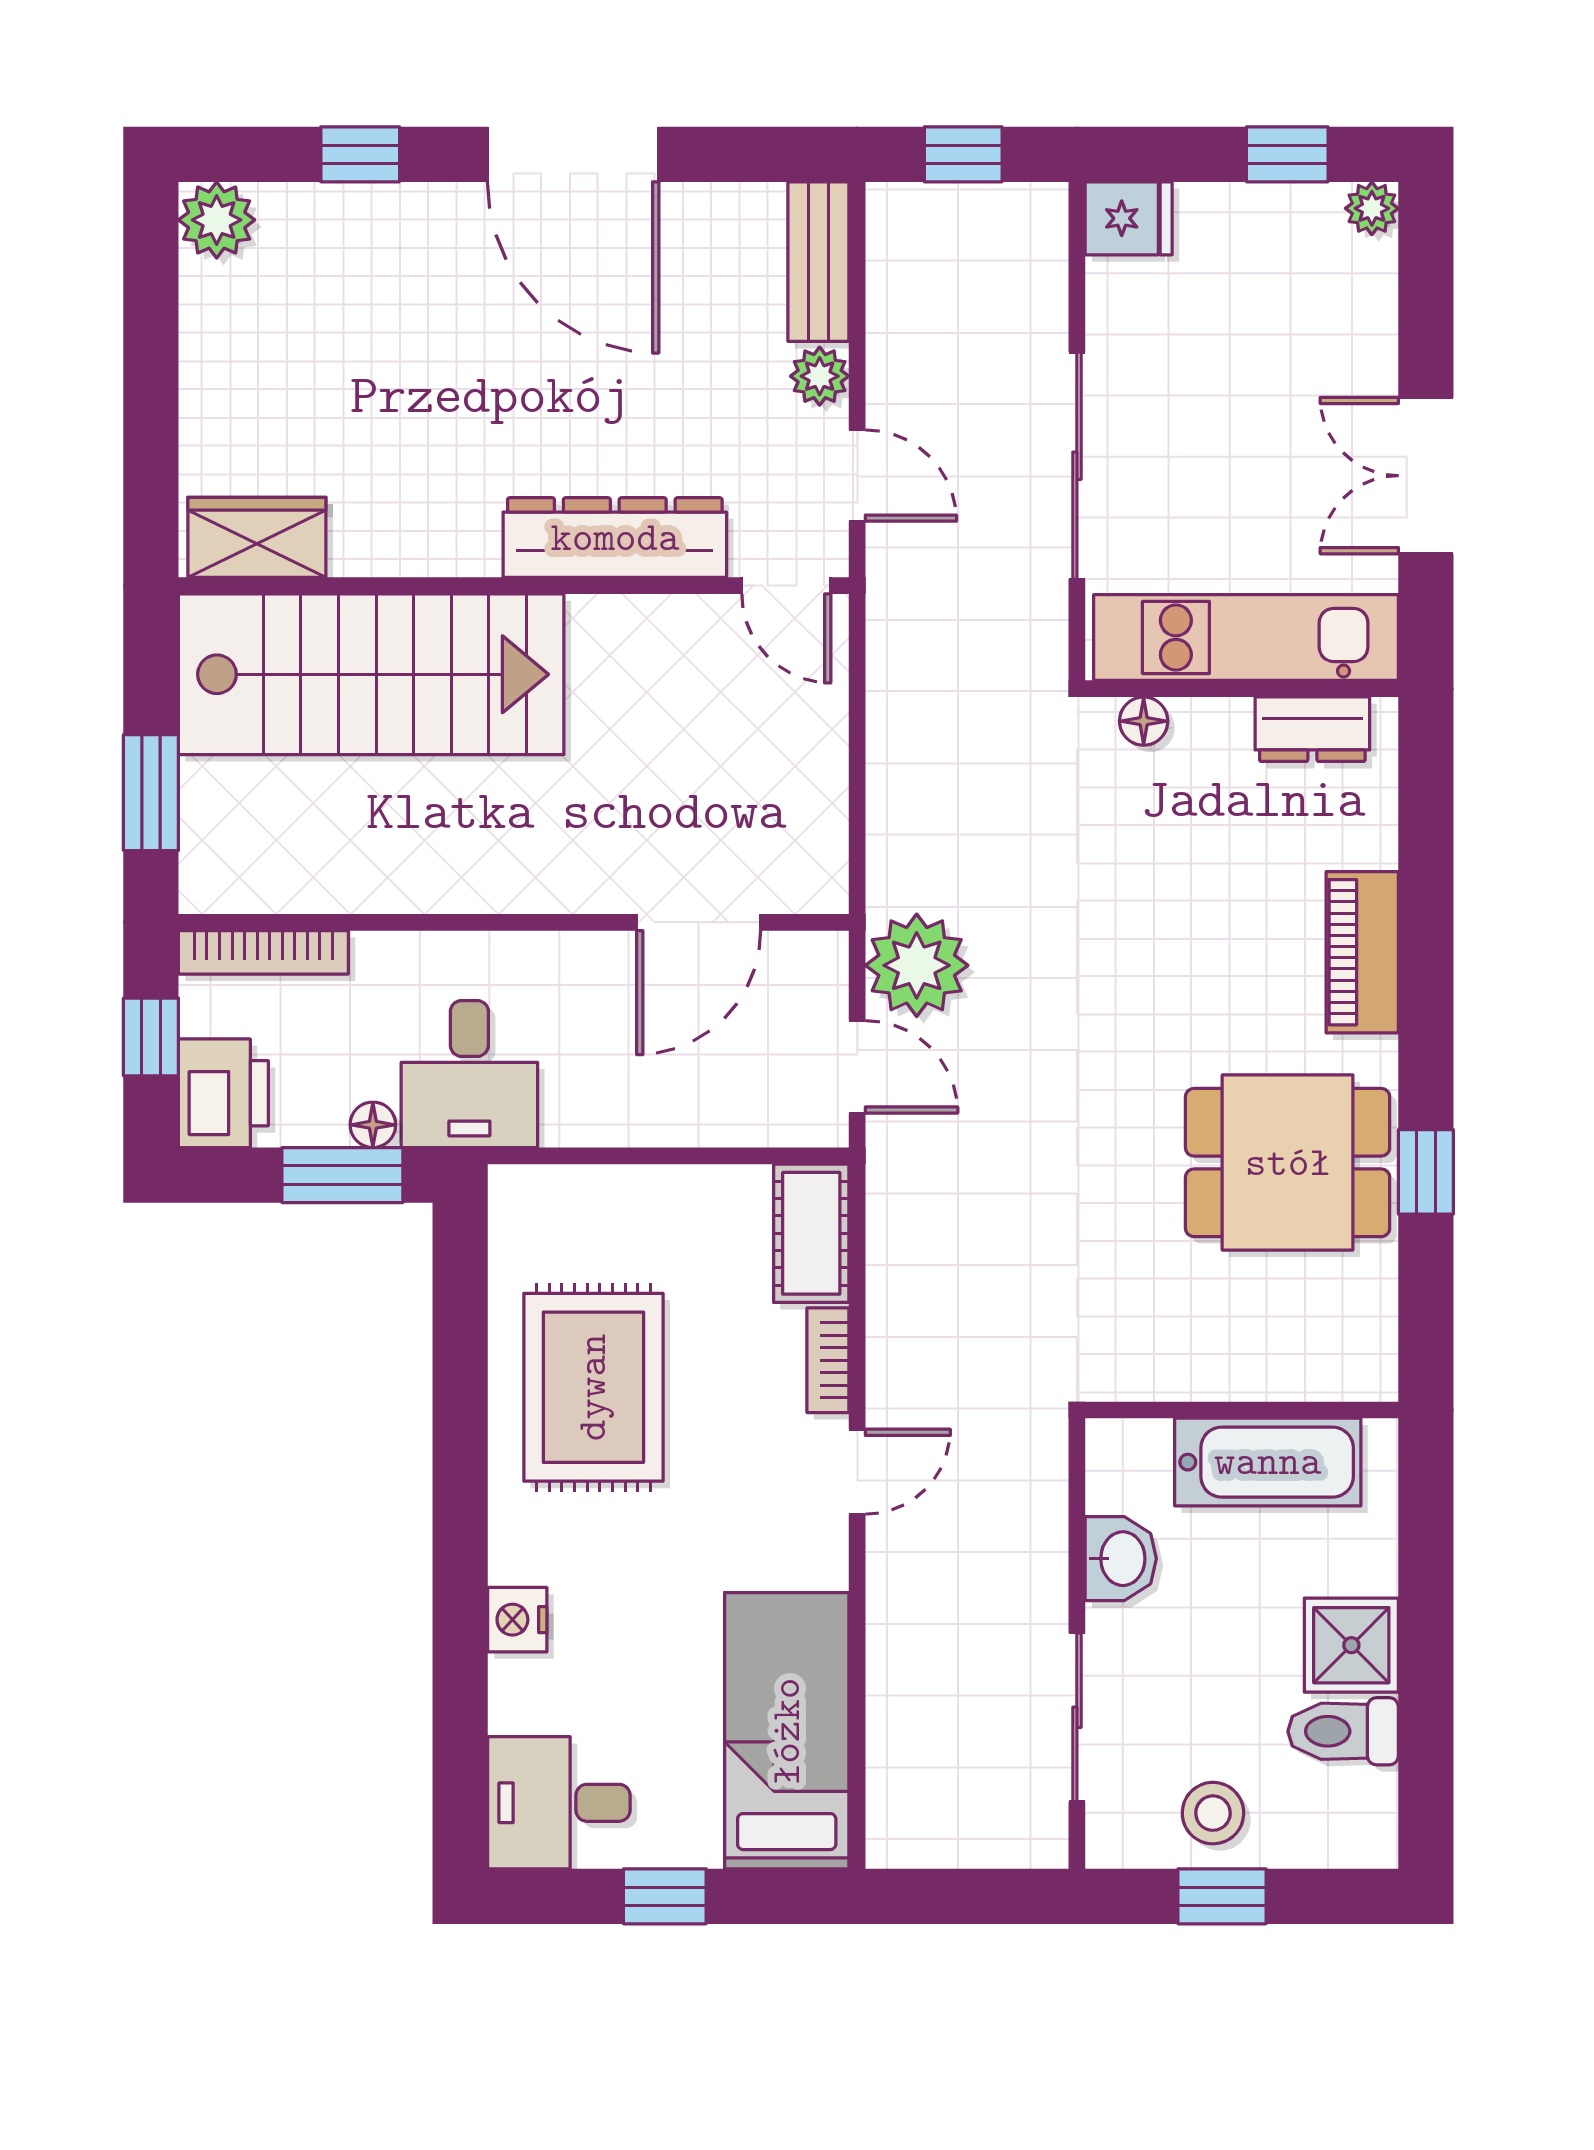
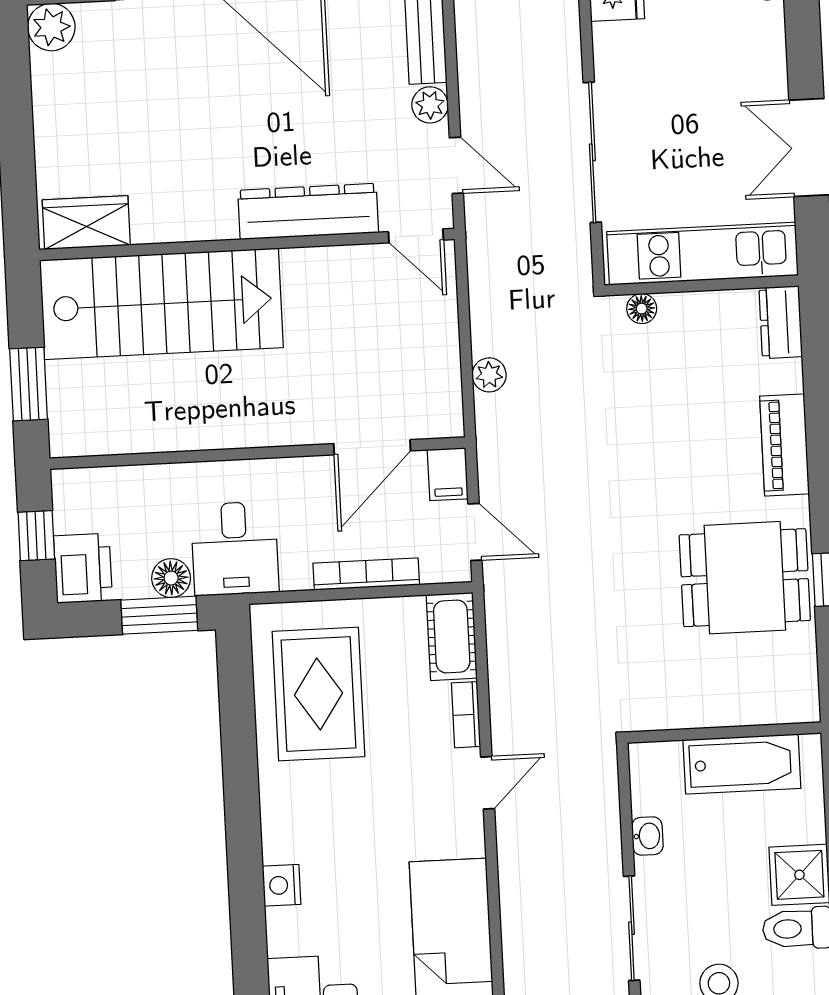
dresser: (1312, 729) -> (781, 322), moved, turned 90
bookcase: (263, 952) -> (366, 574), moved, turned 180
plant: (917, 965) -> (489, 375), moved, width x0.53, depth x0.53
filing cabinet: (818, 972) -> (448, 474), added
floor lamp: (373, 1125) -> (171, 578), width x1.37, depth x1.37
rug: (593, 1387) -> (318, 694), moved
washbasin: (1121, 1559) -> (647, 836), width x0.72, depth x0.69

